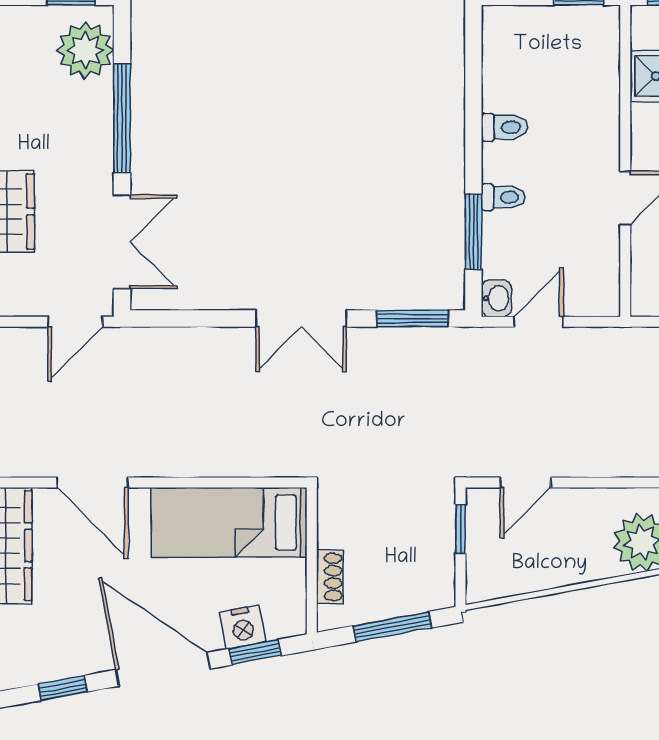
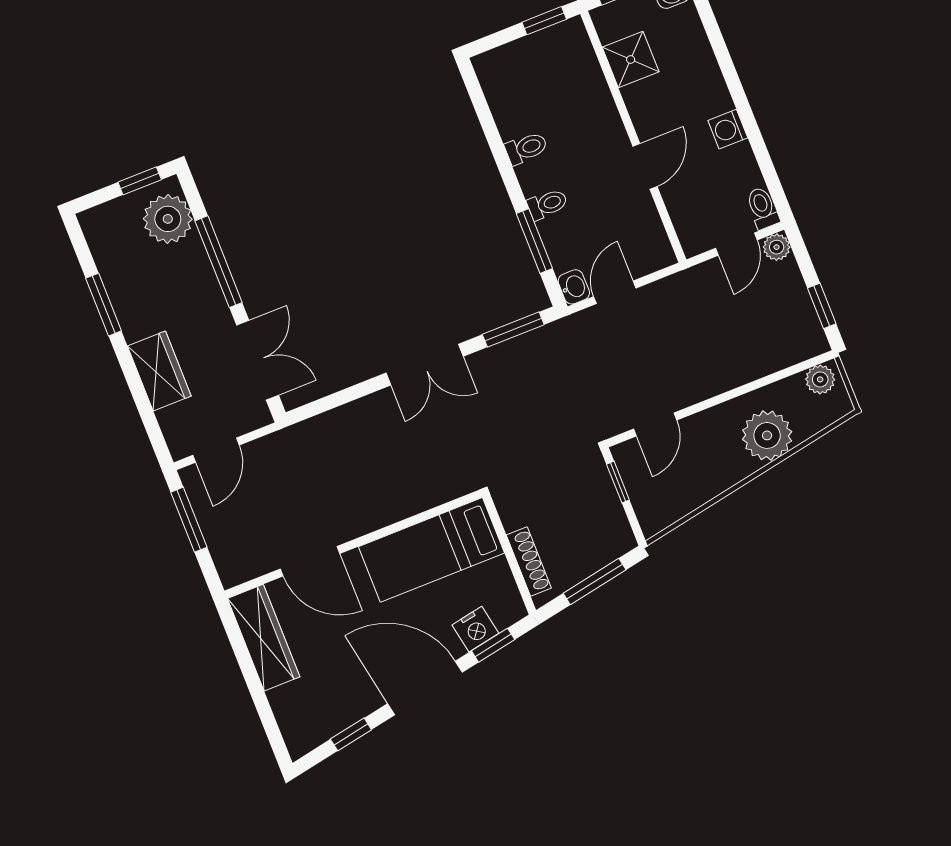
door: (75, 322) -> (216, 450), moved
shoe rack: (330, 577) -> (529, 562), width x1.43

